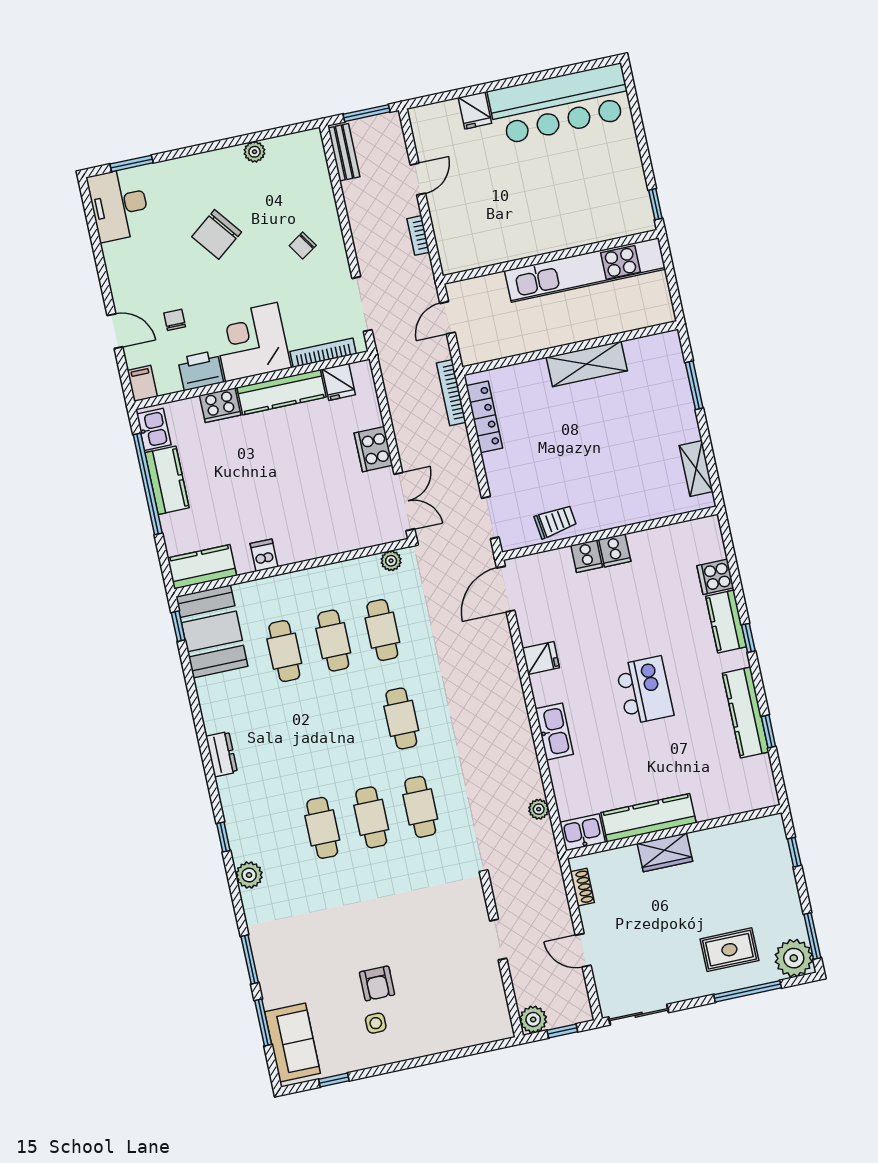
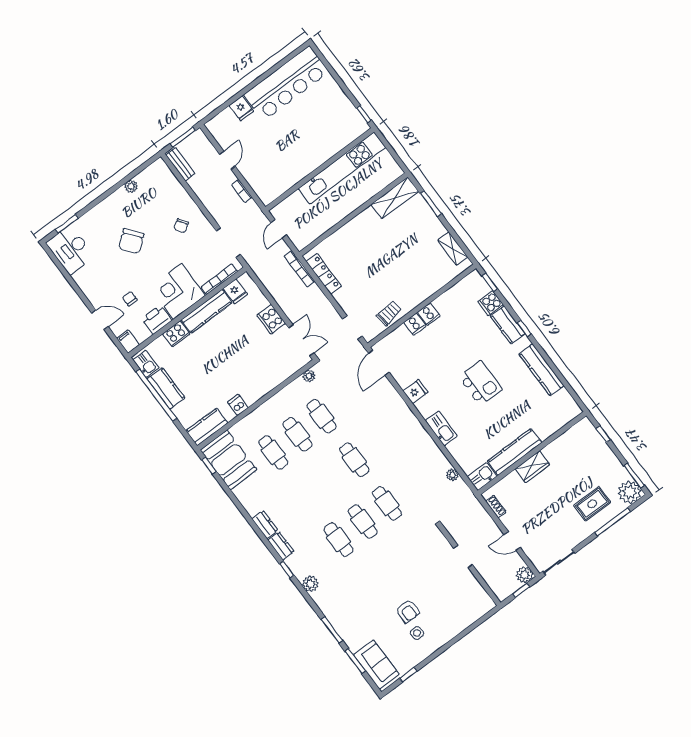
shelving: (587, 364) -> (395, 198), moved
window: (768, 731) -> (490, 282), moved
dresser: (231, 797) -> (281, 546), added
plant: (533, 1019) -> (524, 575), moved

